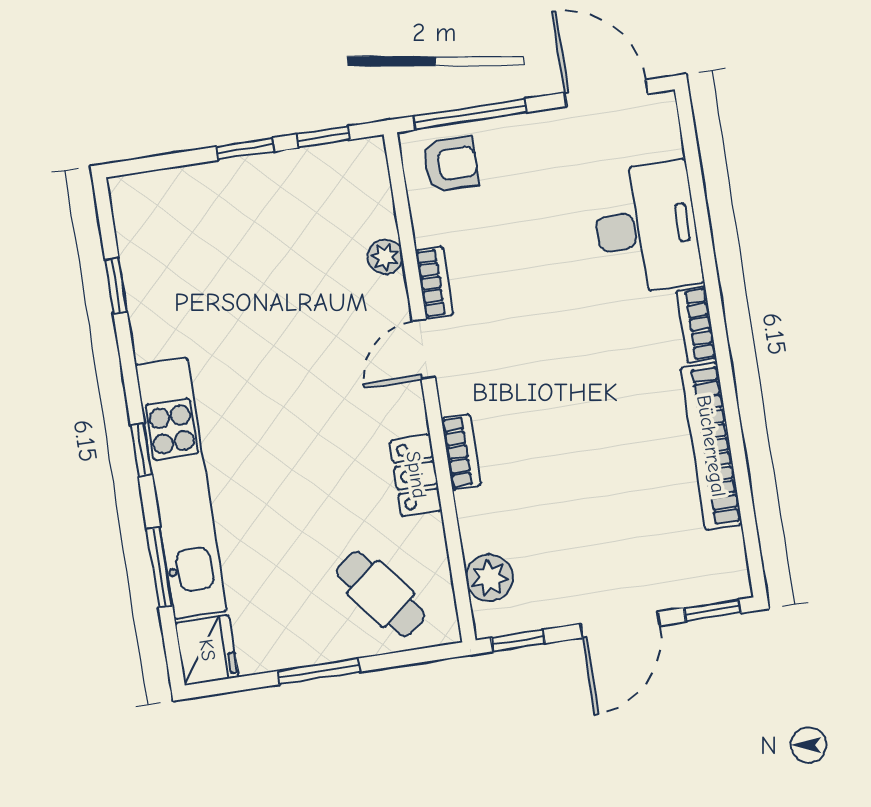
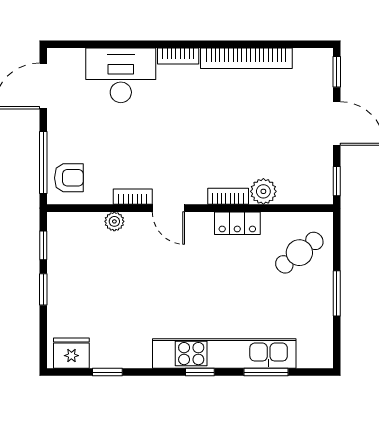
armchair: (450, 164) -> (69, 178), turned 90
plant: (490, 578) -> (263, 191), moved
fridge: (207, 650) -> (71, 353), moved

